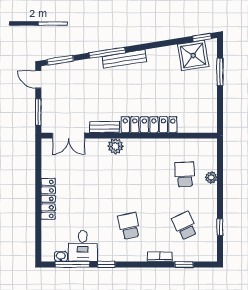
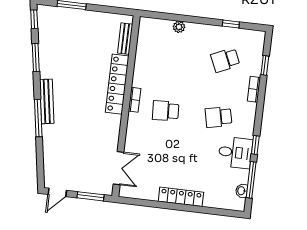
shower: (193, 55) -> (52, 30), removed
window: (60, 60) -> (36, 57), moved
bench: (105, 127) -> (125, 39), moved
bookcase: (136, 143) -> (135, 100), added
plant: (115, 146) -> (135, 121), removed
school desk: (185, 174) -> (166, 111), moved
desk: (83, 246) -> (235, 152), moved

